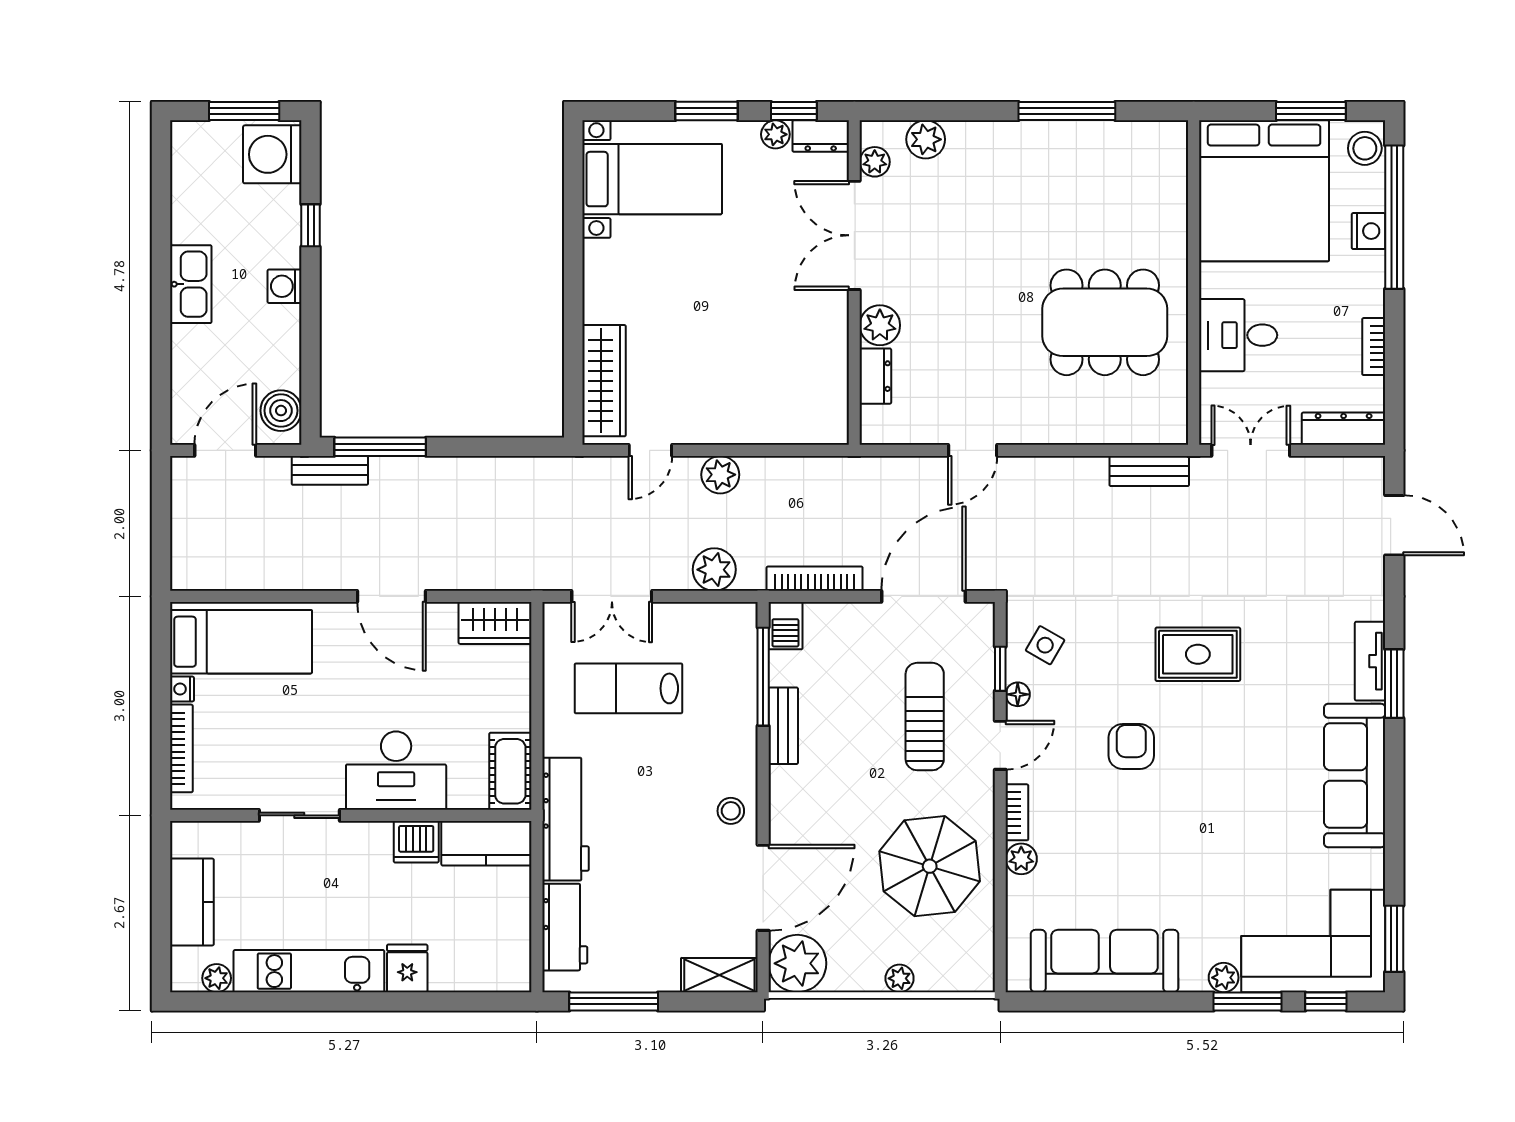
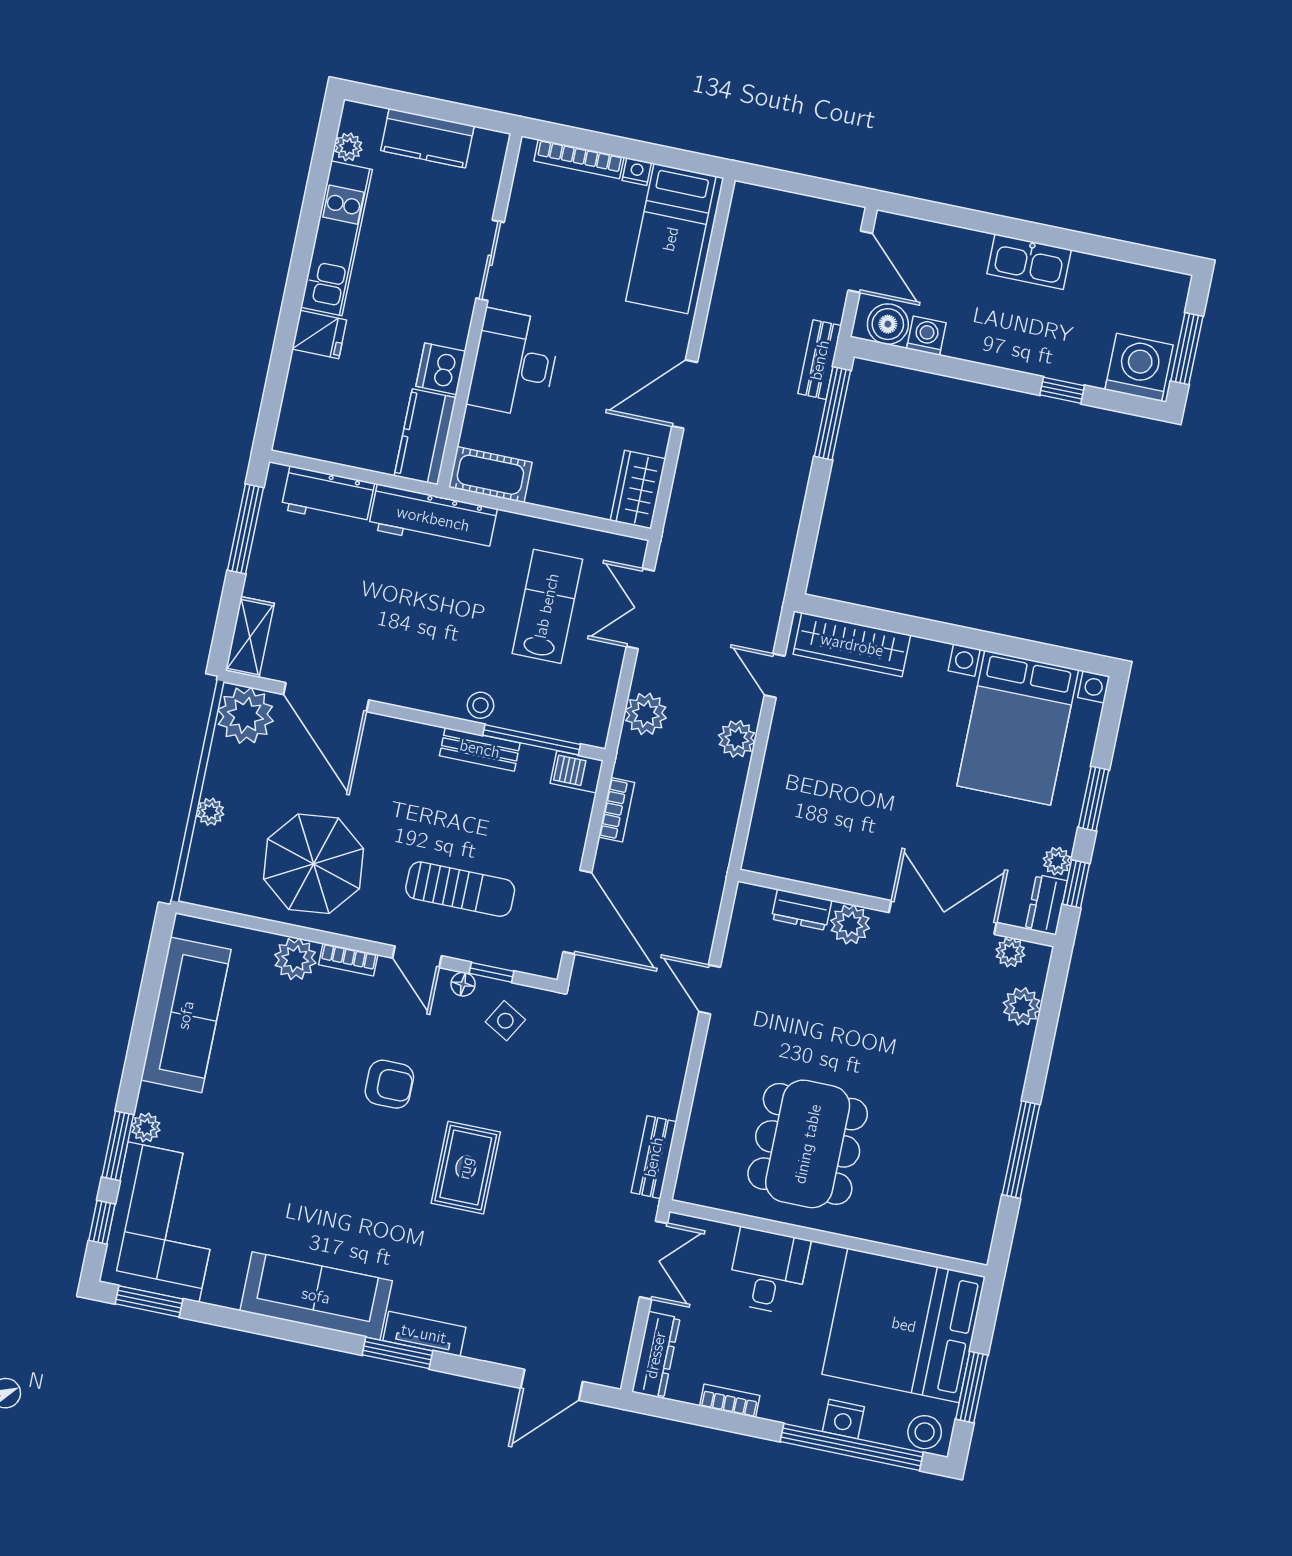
bed with nightstands: (652, 179) -> (1018, 728), width x1.36
washing machine: (285, 286) -> (926, 336), moved
bookcase: (815, 579) -> (617, 810), width x0.64
stool: (731, 811) -> (480, 705), moved
plant: (1021, 859) -> (295, 959), width x1.38, depth x1.38

